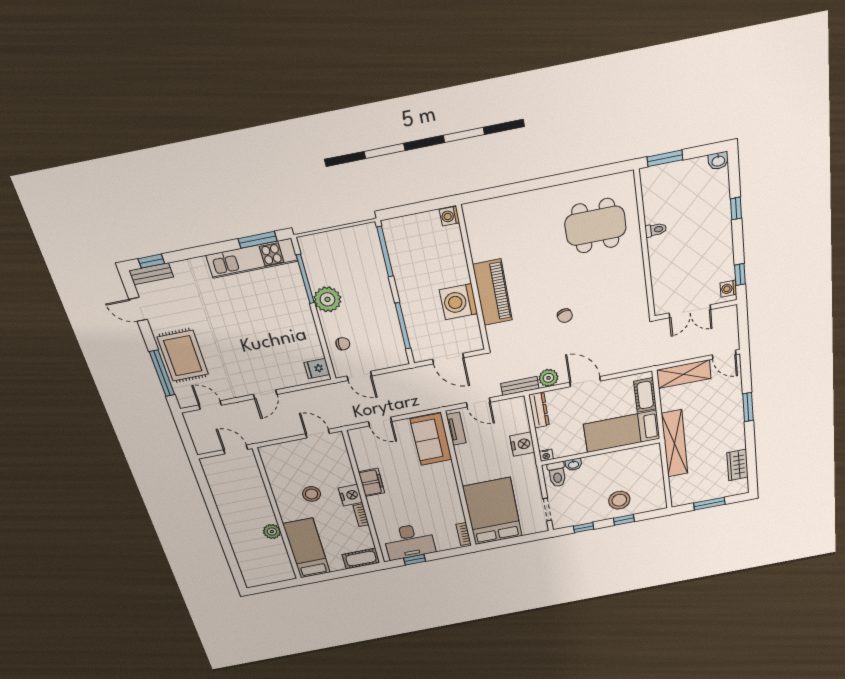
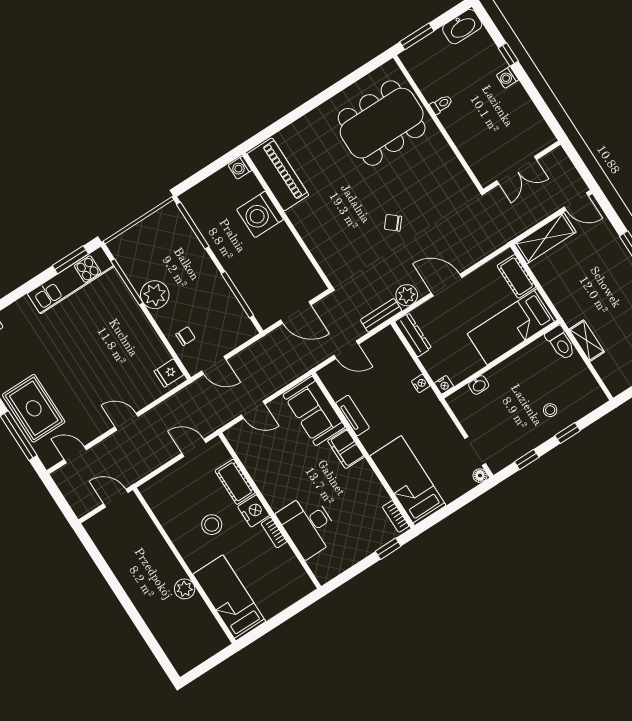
washbasin: (718, 161) -> (462, 27), width x1.91, depth x1.45
dining table: (595, 226) -> (382, 123), width x1.36, depth x1.24
window: (740, 275) -> (547, 115), removed
washing machine: (728, 289) -> (507, 77), moved
piano: (493, 292) -> (278, 174), moved
washing machine: (458, 302) -> (260, 214), moved
chair: (565, 316) -> (393, 223), turned 145
door: (265, 394) -> (127, 422), swing flipped
tv unit: (456, 429) -> (353, 415), moved
nightstand: (522, 444) -> (421, 383), width x0.53, depth x0.56
shelving: (675, 444) -> (587, 341), width x0.45, depth x0.75
toilet: (557, 474) -> (560, 343), moved
filing cabinet: (371, 482) -> (346, 449), moved, turned 180
stool: (619, 500) -> (550, 410), width x0.53, depth x0.53
bed: (492, 511) -> (408, 481), width x0.67
floor lamp: (542, 527) -> (480, 476), added
desk: (409, 542) -> (308, 525), moved, turned 90
cot: (361, 559) -> (235, 482), moved, turned 90
window: (415, 560) -> (388, 549), moved

